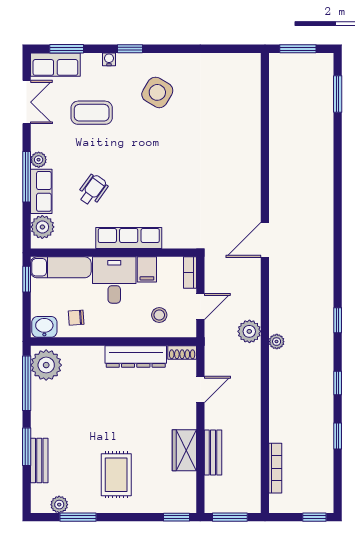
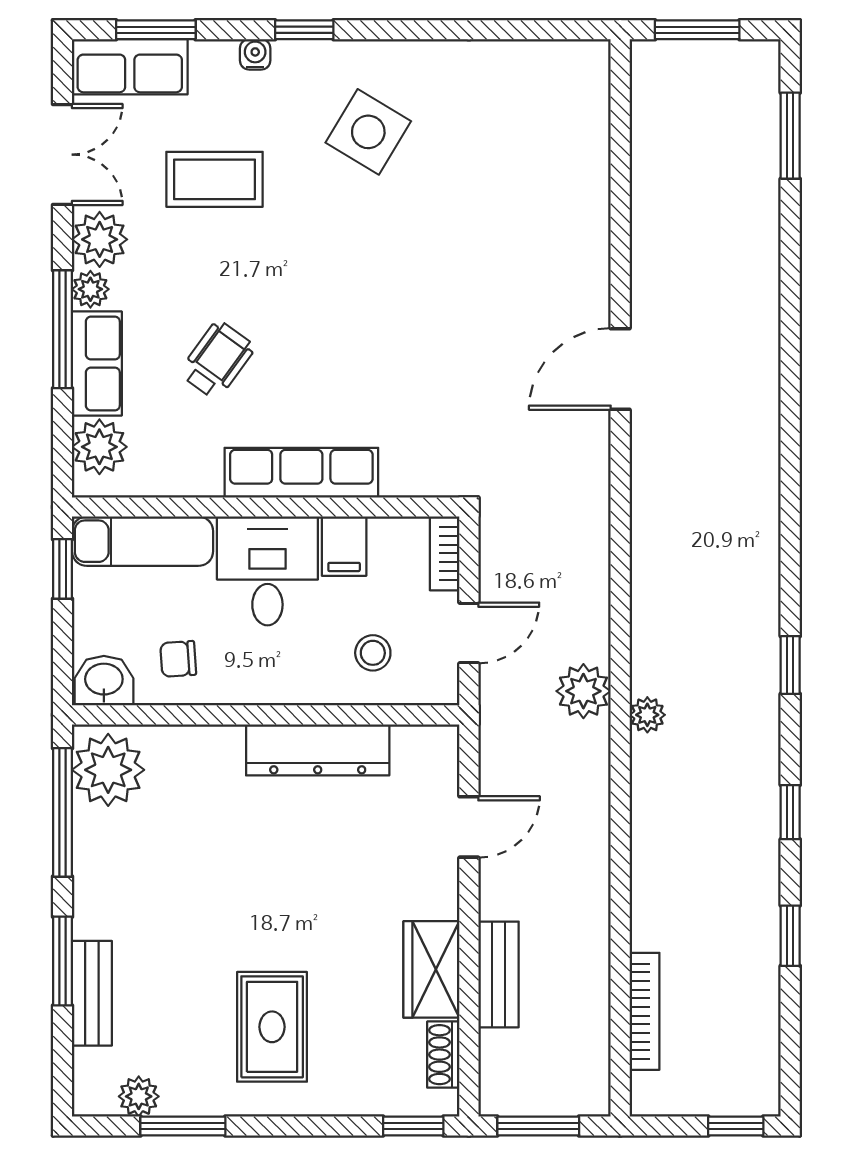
plant: (43, 138) -> (100, 239), added
door: (265, 240) -> (620, 369), moved
shoe rack: (182, 352) -> (443, 1055), moved, turned 90

